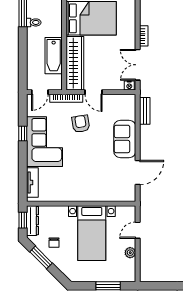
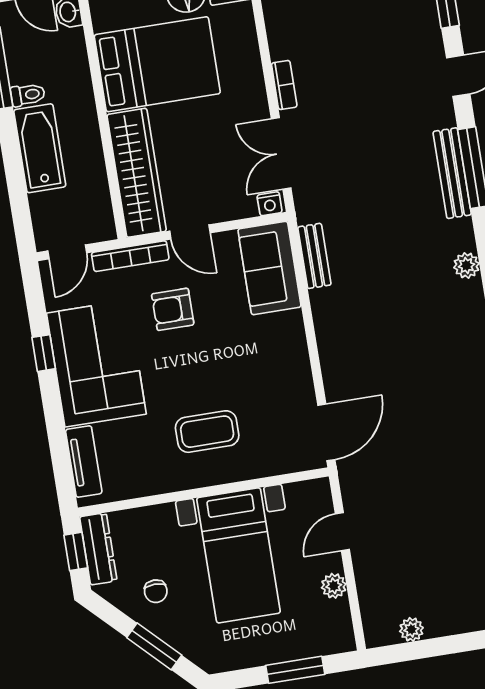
bathtub: (54, 56) -> (40, 148), moved, turned 180
armchair: (81, 124) -> (173, 309), turned -81
sofa: (125, 139) -> (269, 268), moved
door: (138, 173) -> (326, 432), moved
coffee table: (87, 178) -> (207, 432), added
window: (41, 257) -> (154, 646), moved
plant: (160, 277) -> (411, 630), added

